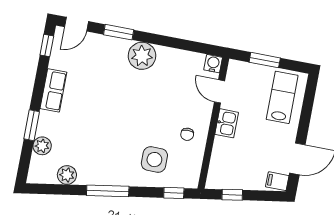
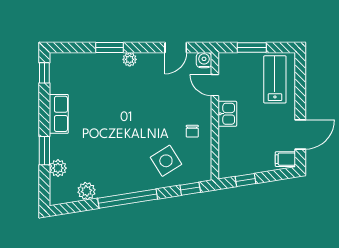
door: (76, 24) -> (176, 47), moved
plant: (142, 56) -> (130, 59), width x0.53, depth x0.53
side table: (154, 160) -> (166, 161), turned -32
window: (108, 191) -> (128, 199), width x1.46

